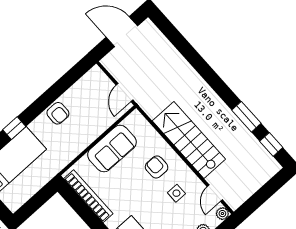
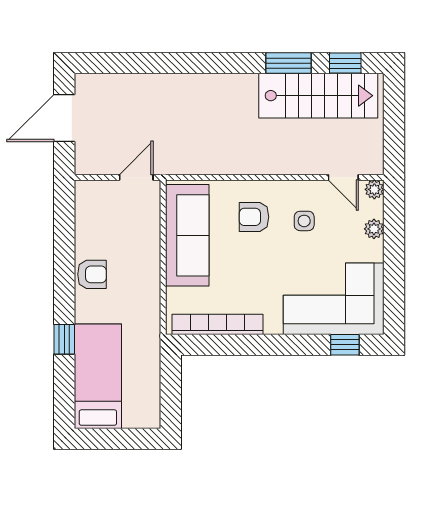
door: (124, 92) -> (136, 177), swing flipped
stairs: (189, 140) -> (318, 96), moved, turned 180
sofa: (112, 149) -> (187, 235), width x1.36

